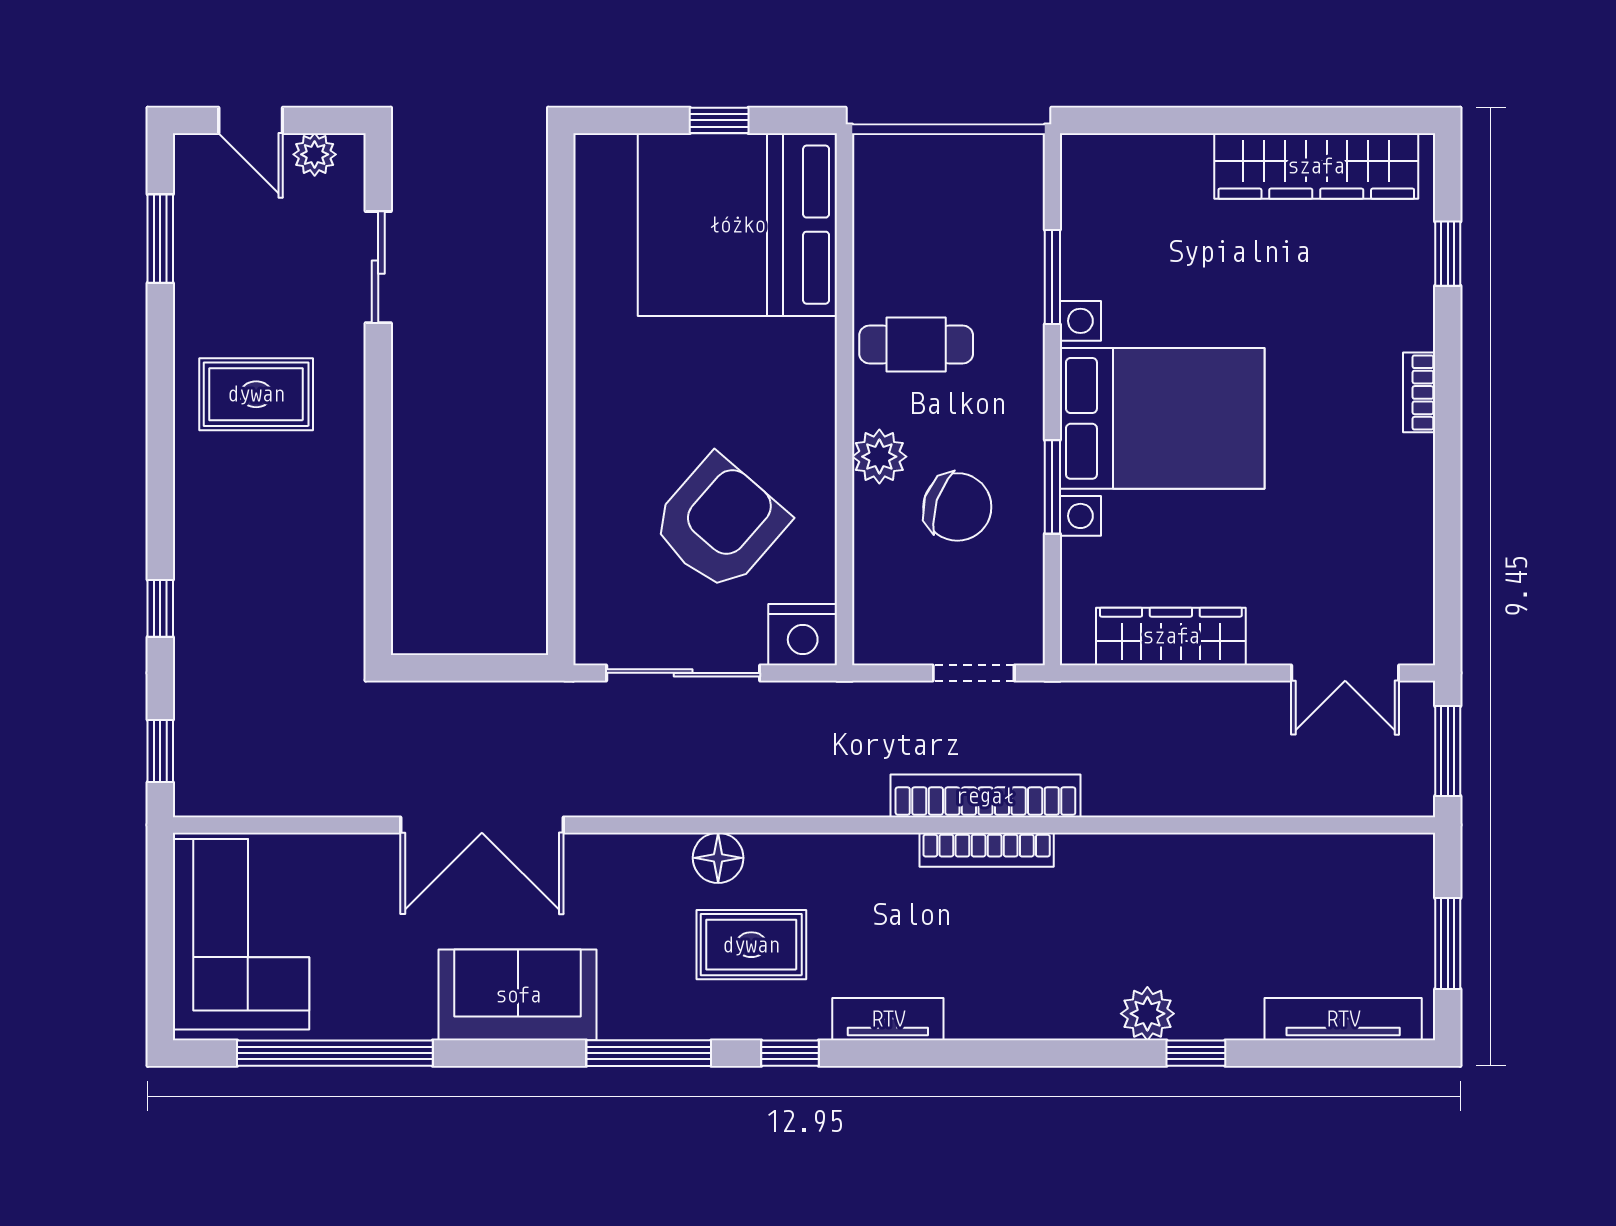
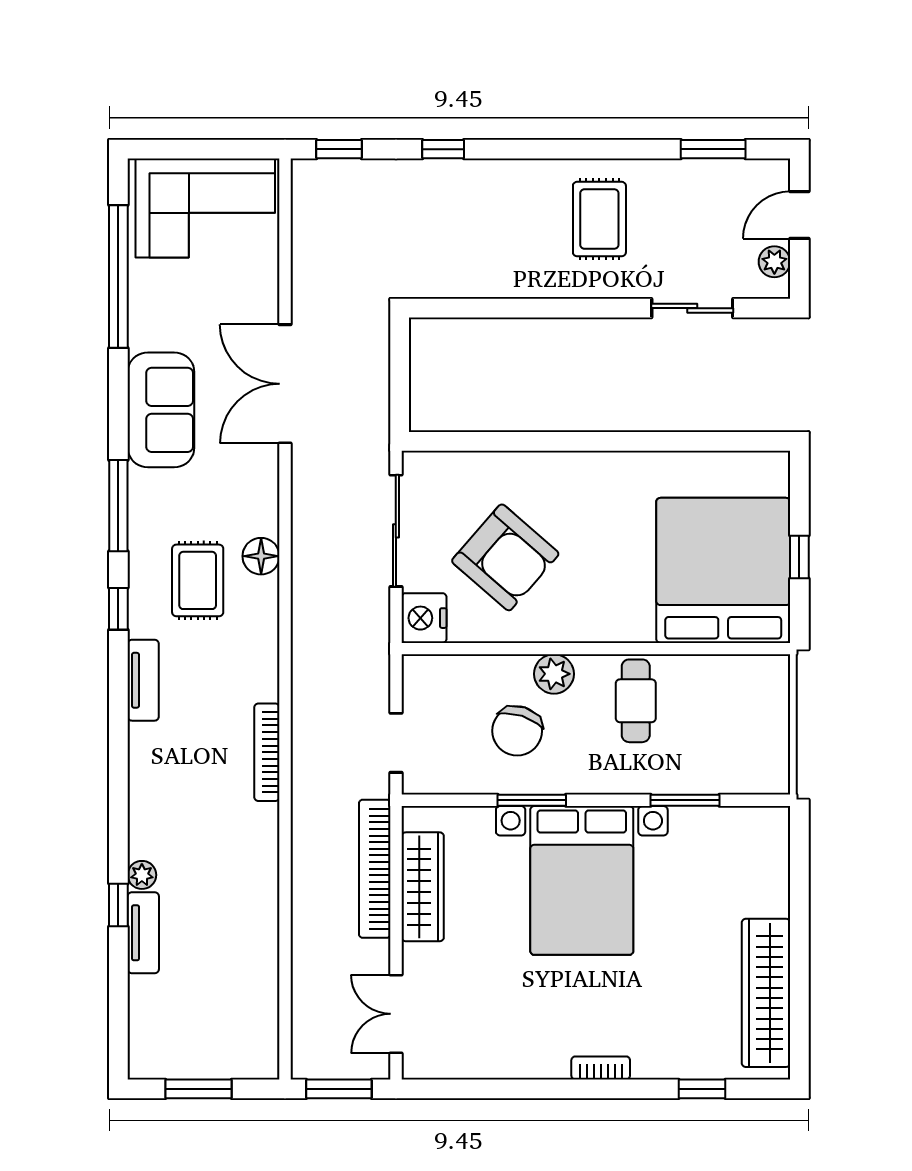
bookcase: (985, 796) -> (375, 869), moved, turned 180
plant: (1147, 1014) -> (142, 875), width x0.73, depth x0.73
tv unit: (1343, 1019) -> (143, 933), moved, width x0.71

